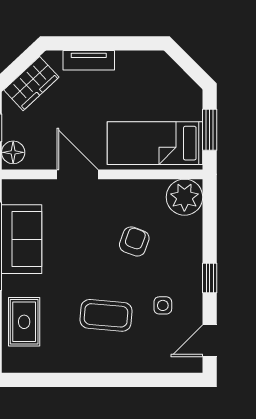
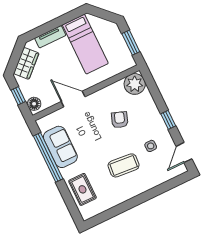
bed: (155, 143) -> (85, 44), moved, turned -90

